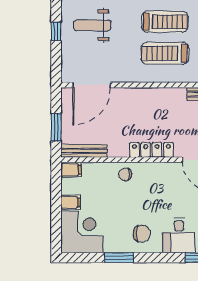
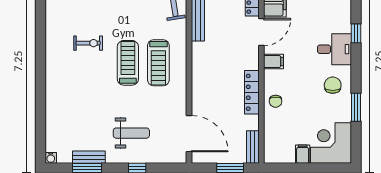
weight bench: (92, 25) -> (131, 133), turned -90
locker: (151, 150) -> (252, 92), moved
bench: (84, 151) -> (253, 147), width x0.73
filing cabinet: (71, 170) -> (273, 61), moved, turned 90

